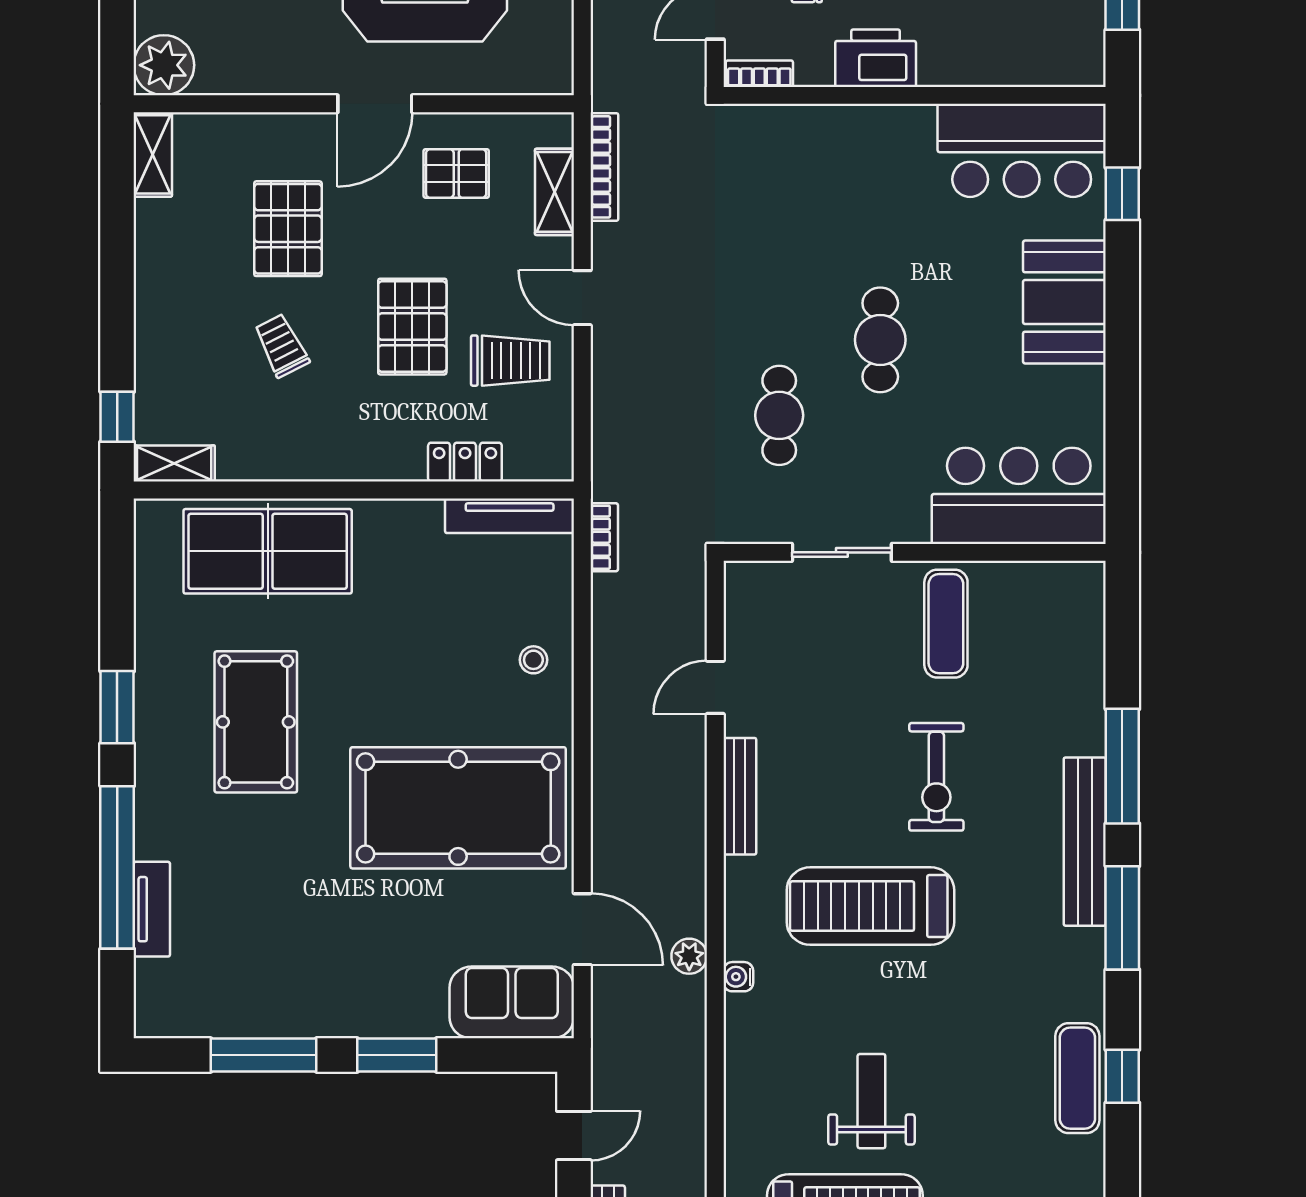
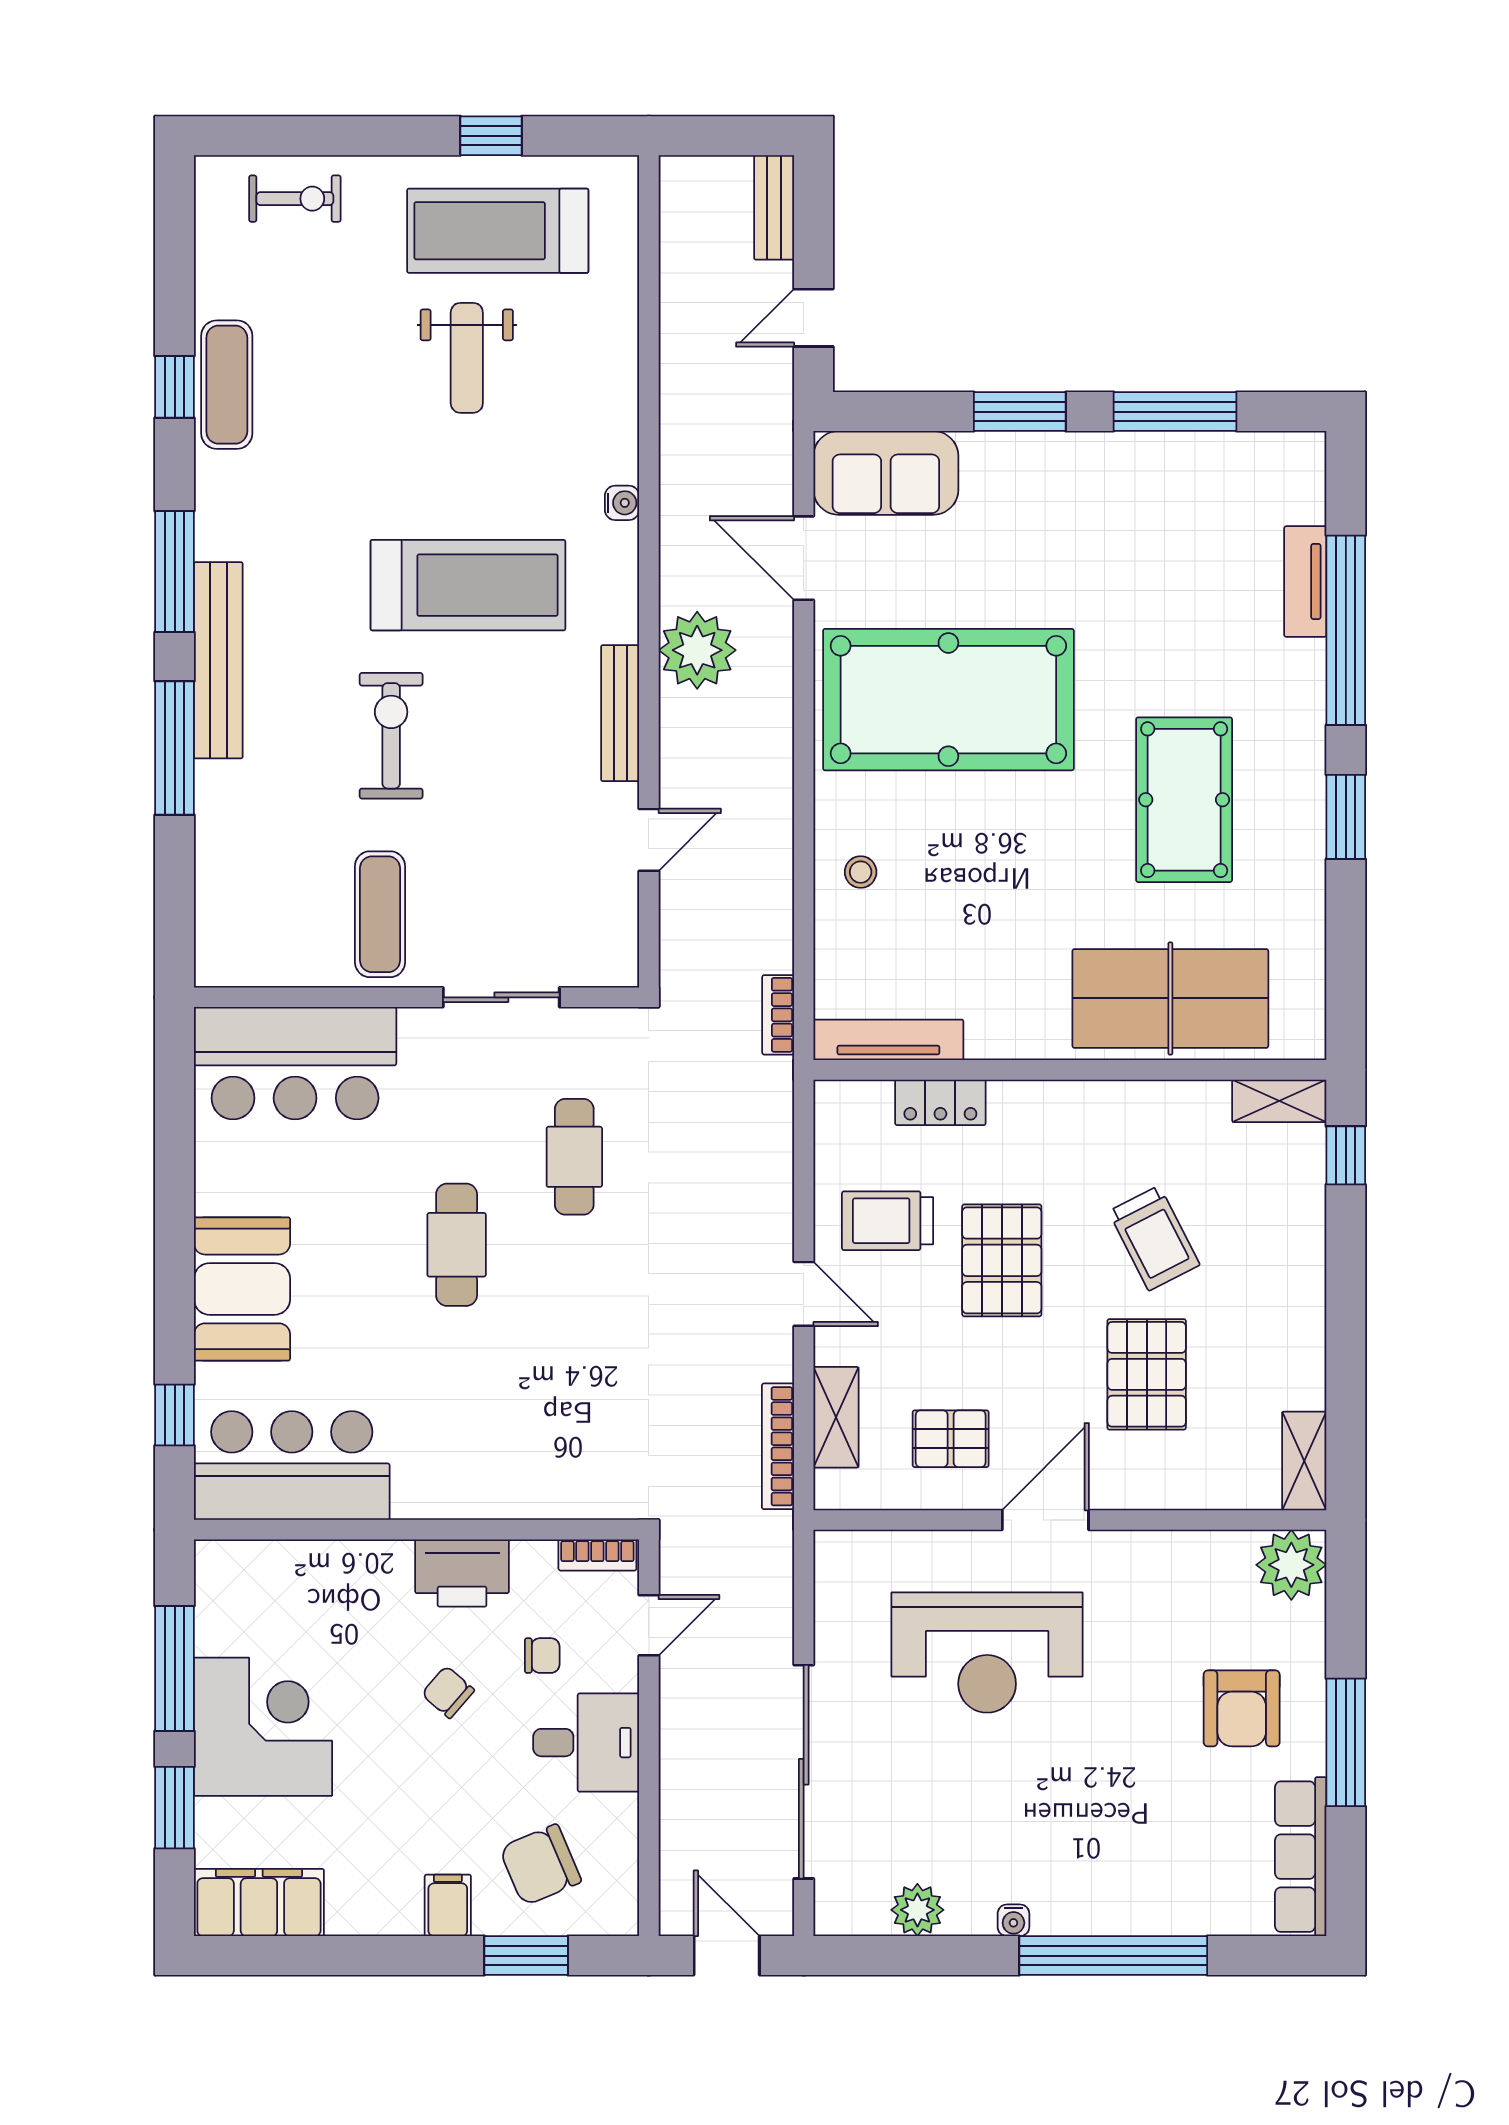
trolley: (282, 346) -> (1154, 1238), width x1.36, depth x1.39
plant: (689, 956) -> (697, 650), moved, width x1.88, depth x1.88

